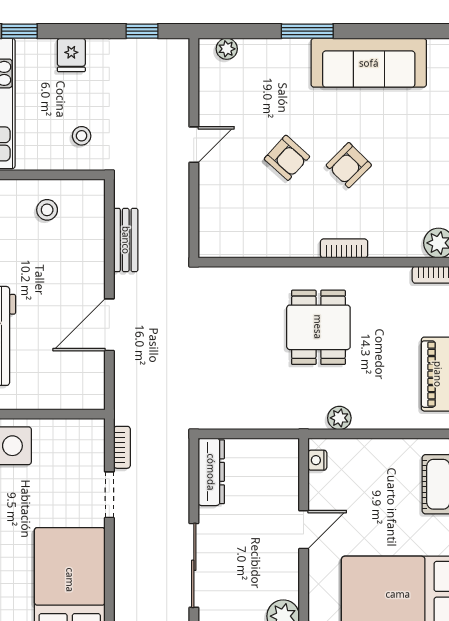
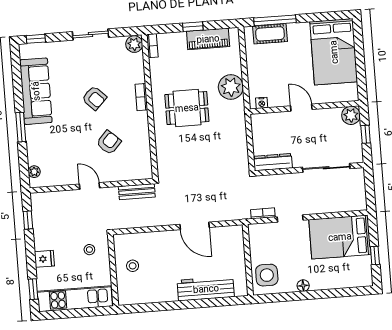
armchair: (287, 158) -> (109, 142), moved
bench: (126, 240) -> (137, 192), moved
plant: (339, 418) -> (231, 87), width x1.87, depth x1.87

